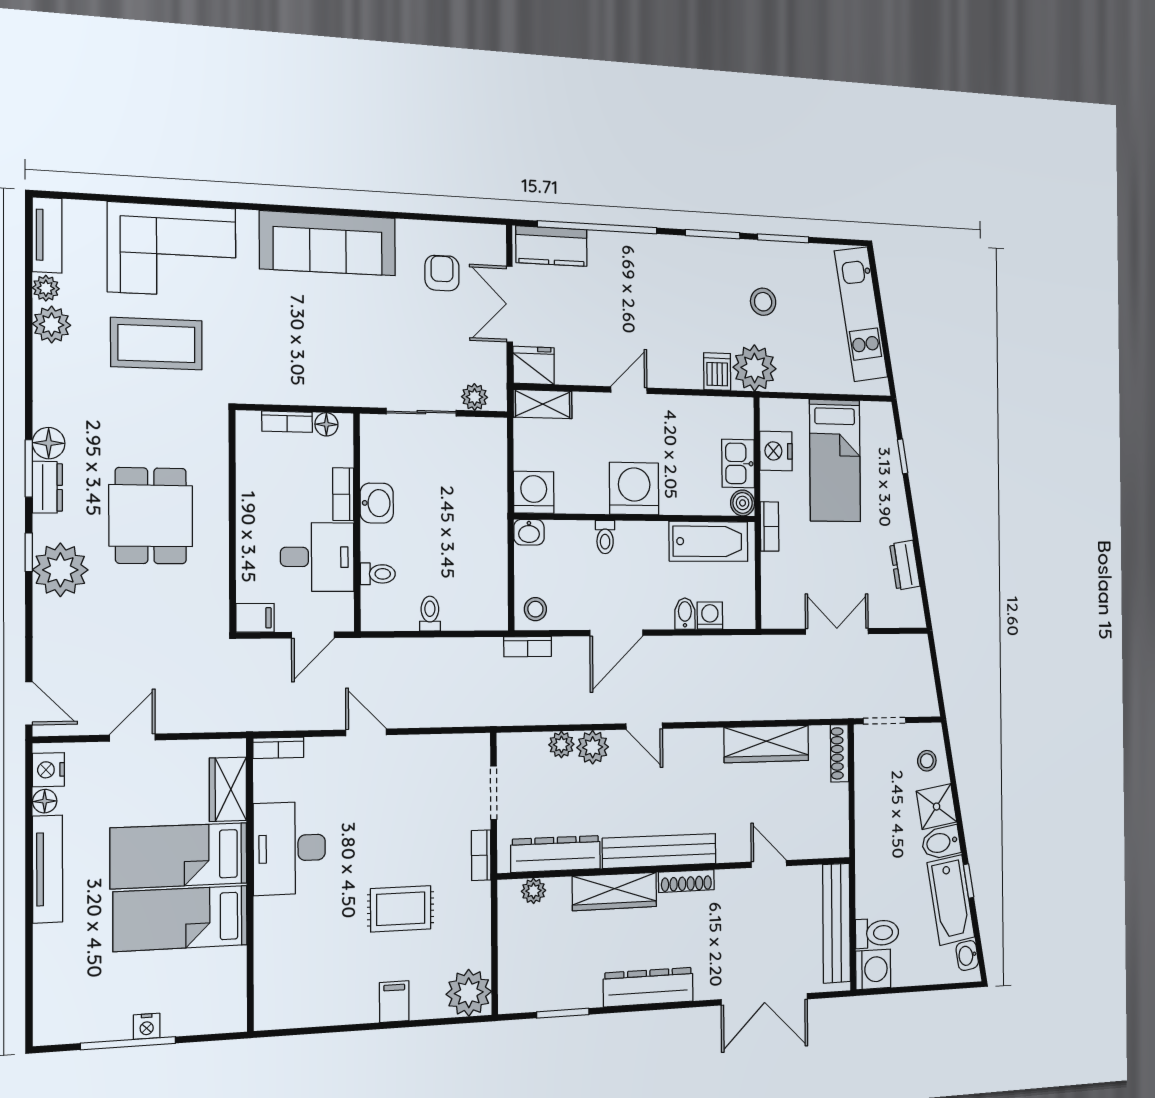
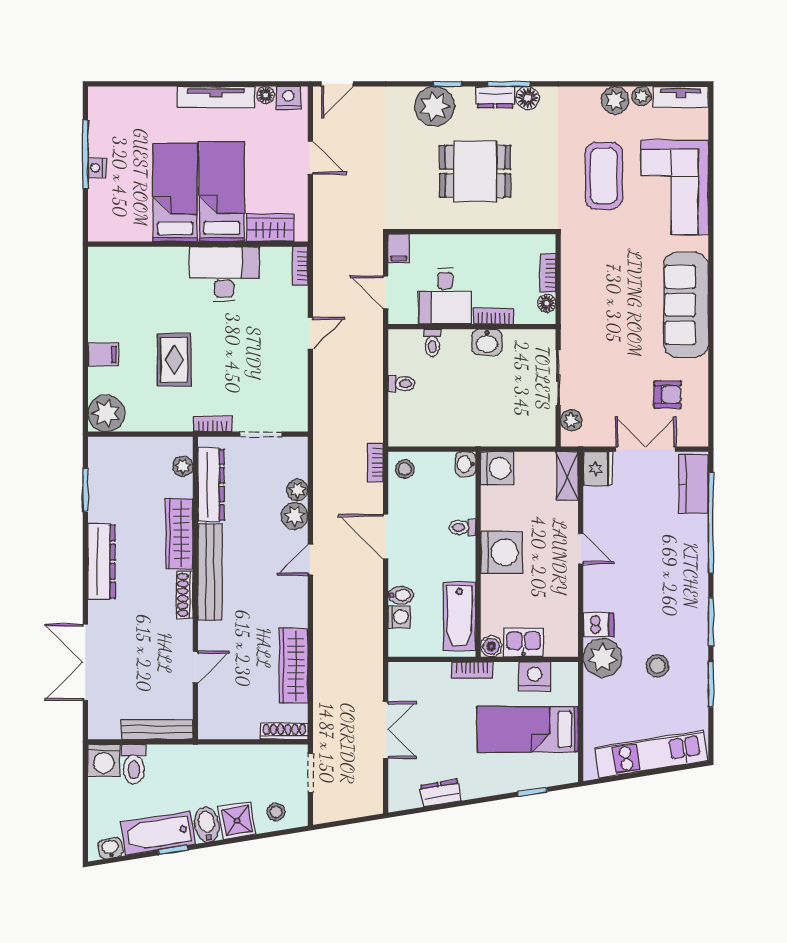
bench: (836, 923) -> (157, 729), width x0.73, depth x0.82

